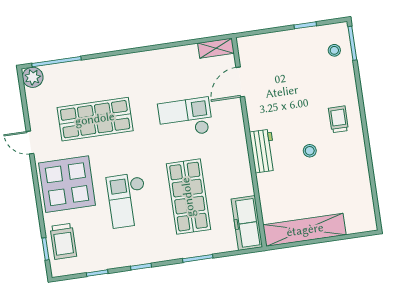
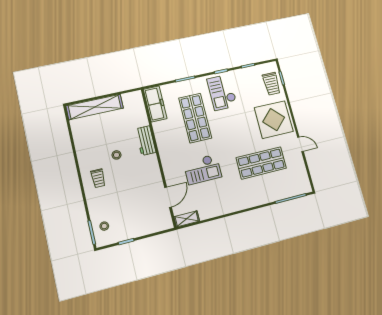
plant: (33, 77) -> (305, 187), removed
workbench: (263, 151) -> (146, 141), moved
checkout: (128, 200) -> (222, 92), moved, turned 180
shelving: (305, 230) -> (95, 107), moved
trolley: (63, 241) -> (271, 84), turned 180

